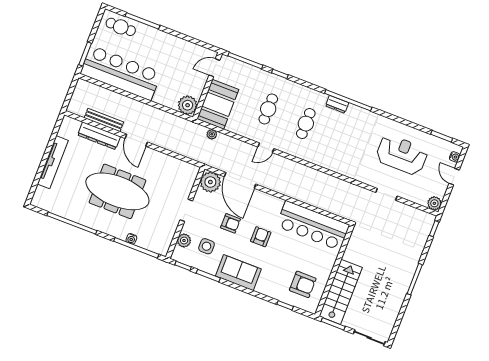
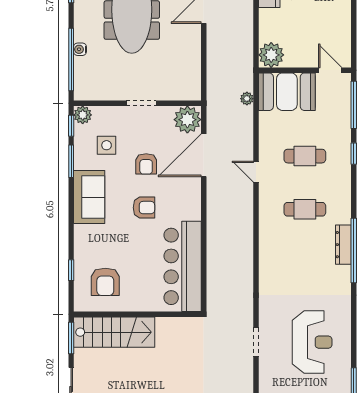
dresser: (337, 104) -> (343, 245), width x1.44
plant: (184, 241) -> (83, 115), moved

